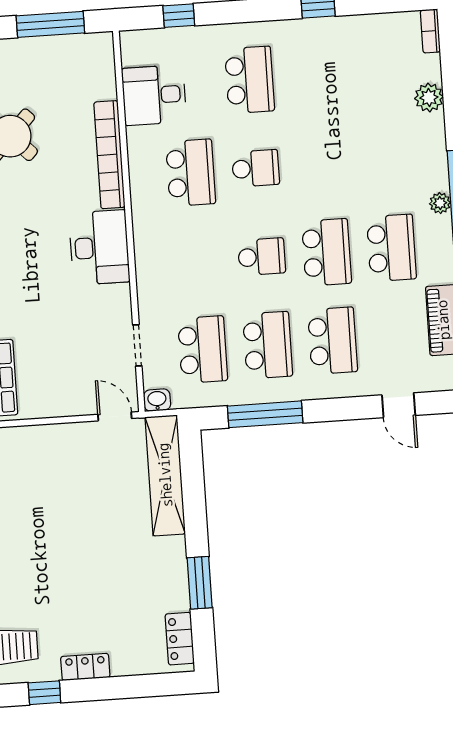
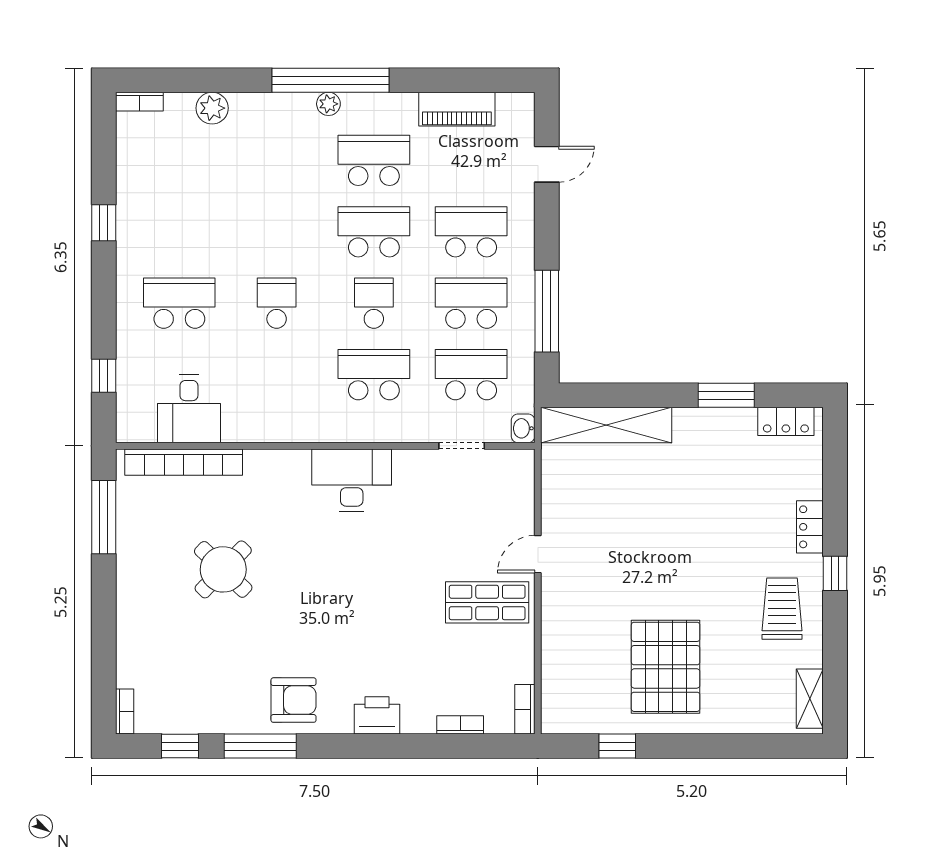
bookcase: (109, 155) -> (184, 462), moved
school desk: (191, 173) -> (374, 375), moved
door: (115, 416) -> (538, 554), moved

